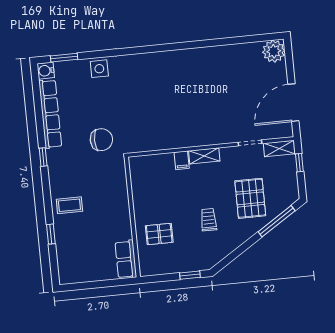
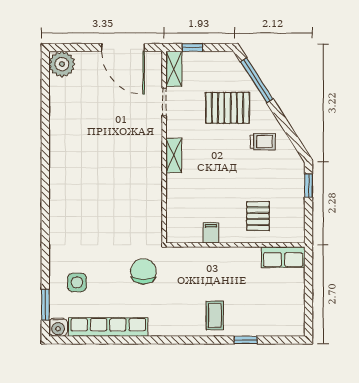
side table: (99, 69) -> (77, 282), moved
window: (43, 157) -> (157, 340), removed
filing cabinet: (182, 160) -> (211, 233), moved, turned -90
trolley: (209, 220) -> (263, 142), moved, turned 180

